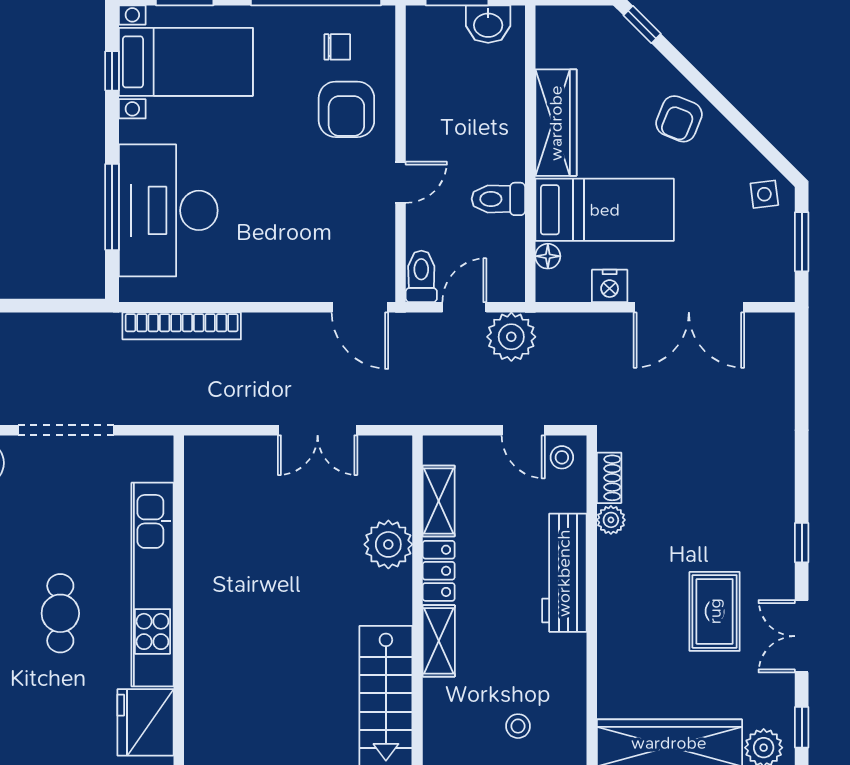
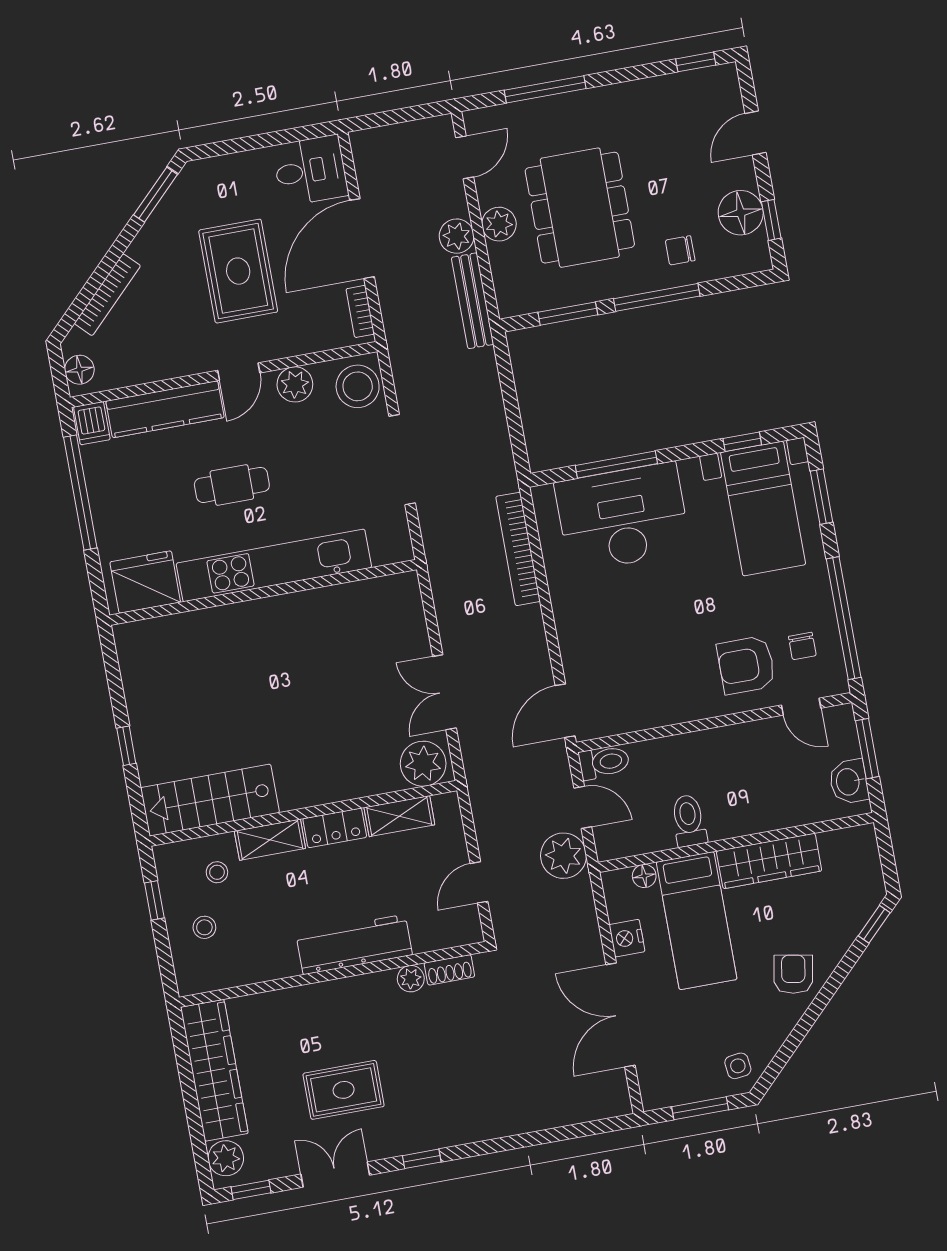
armchair: (679, 119) -> (793, 974), turned 78
door: (401, 182) -> (801, 707), moved
stool: (562, 457) -> (217, 872), moved
plant: (388, 544) -> (423, 764), moved

